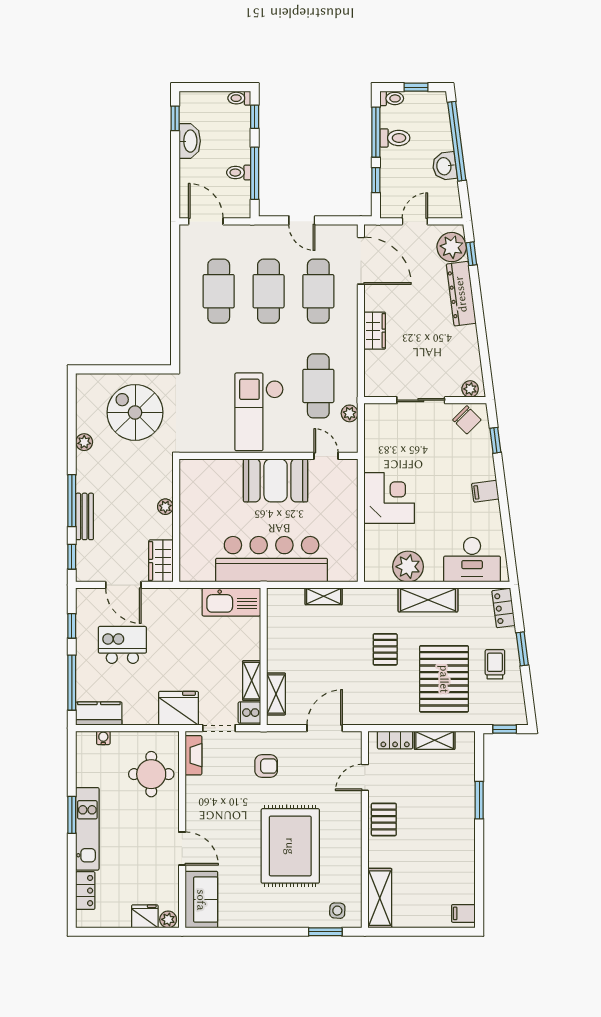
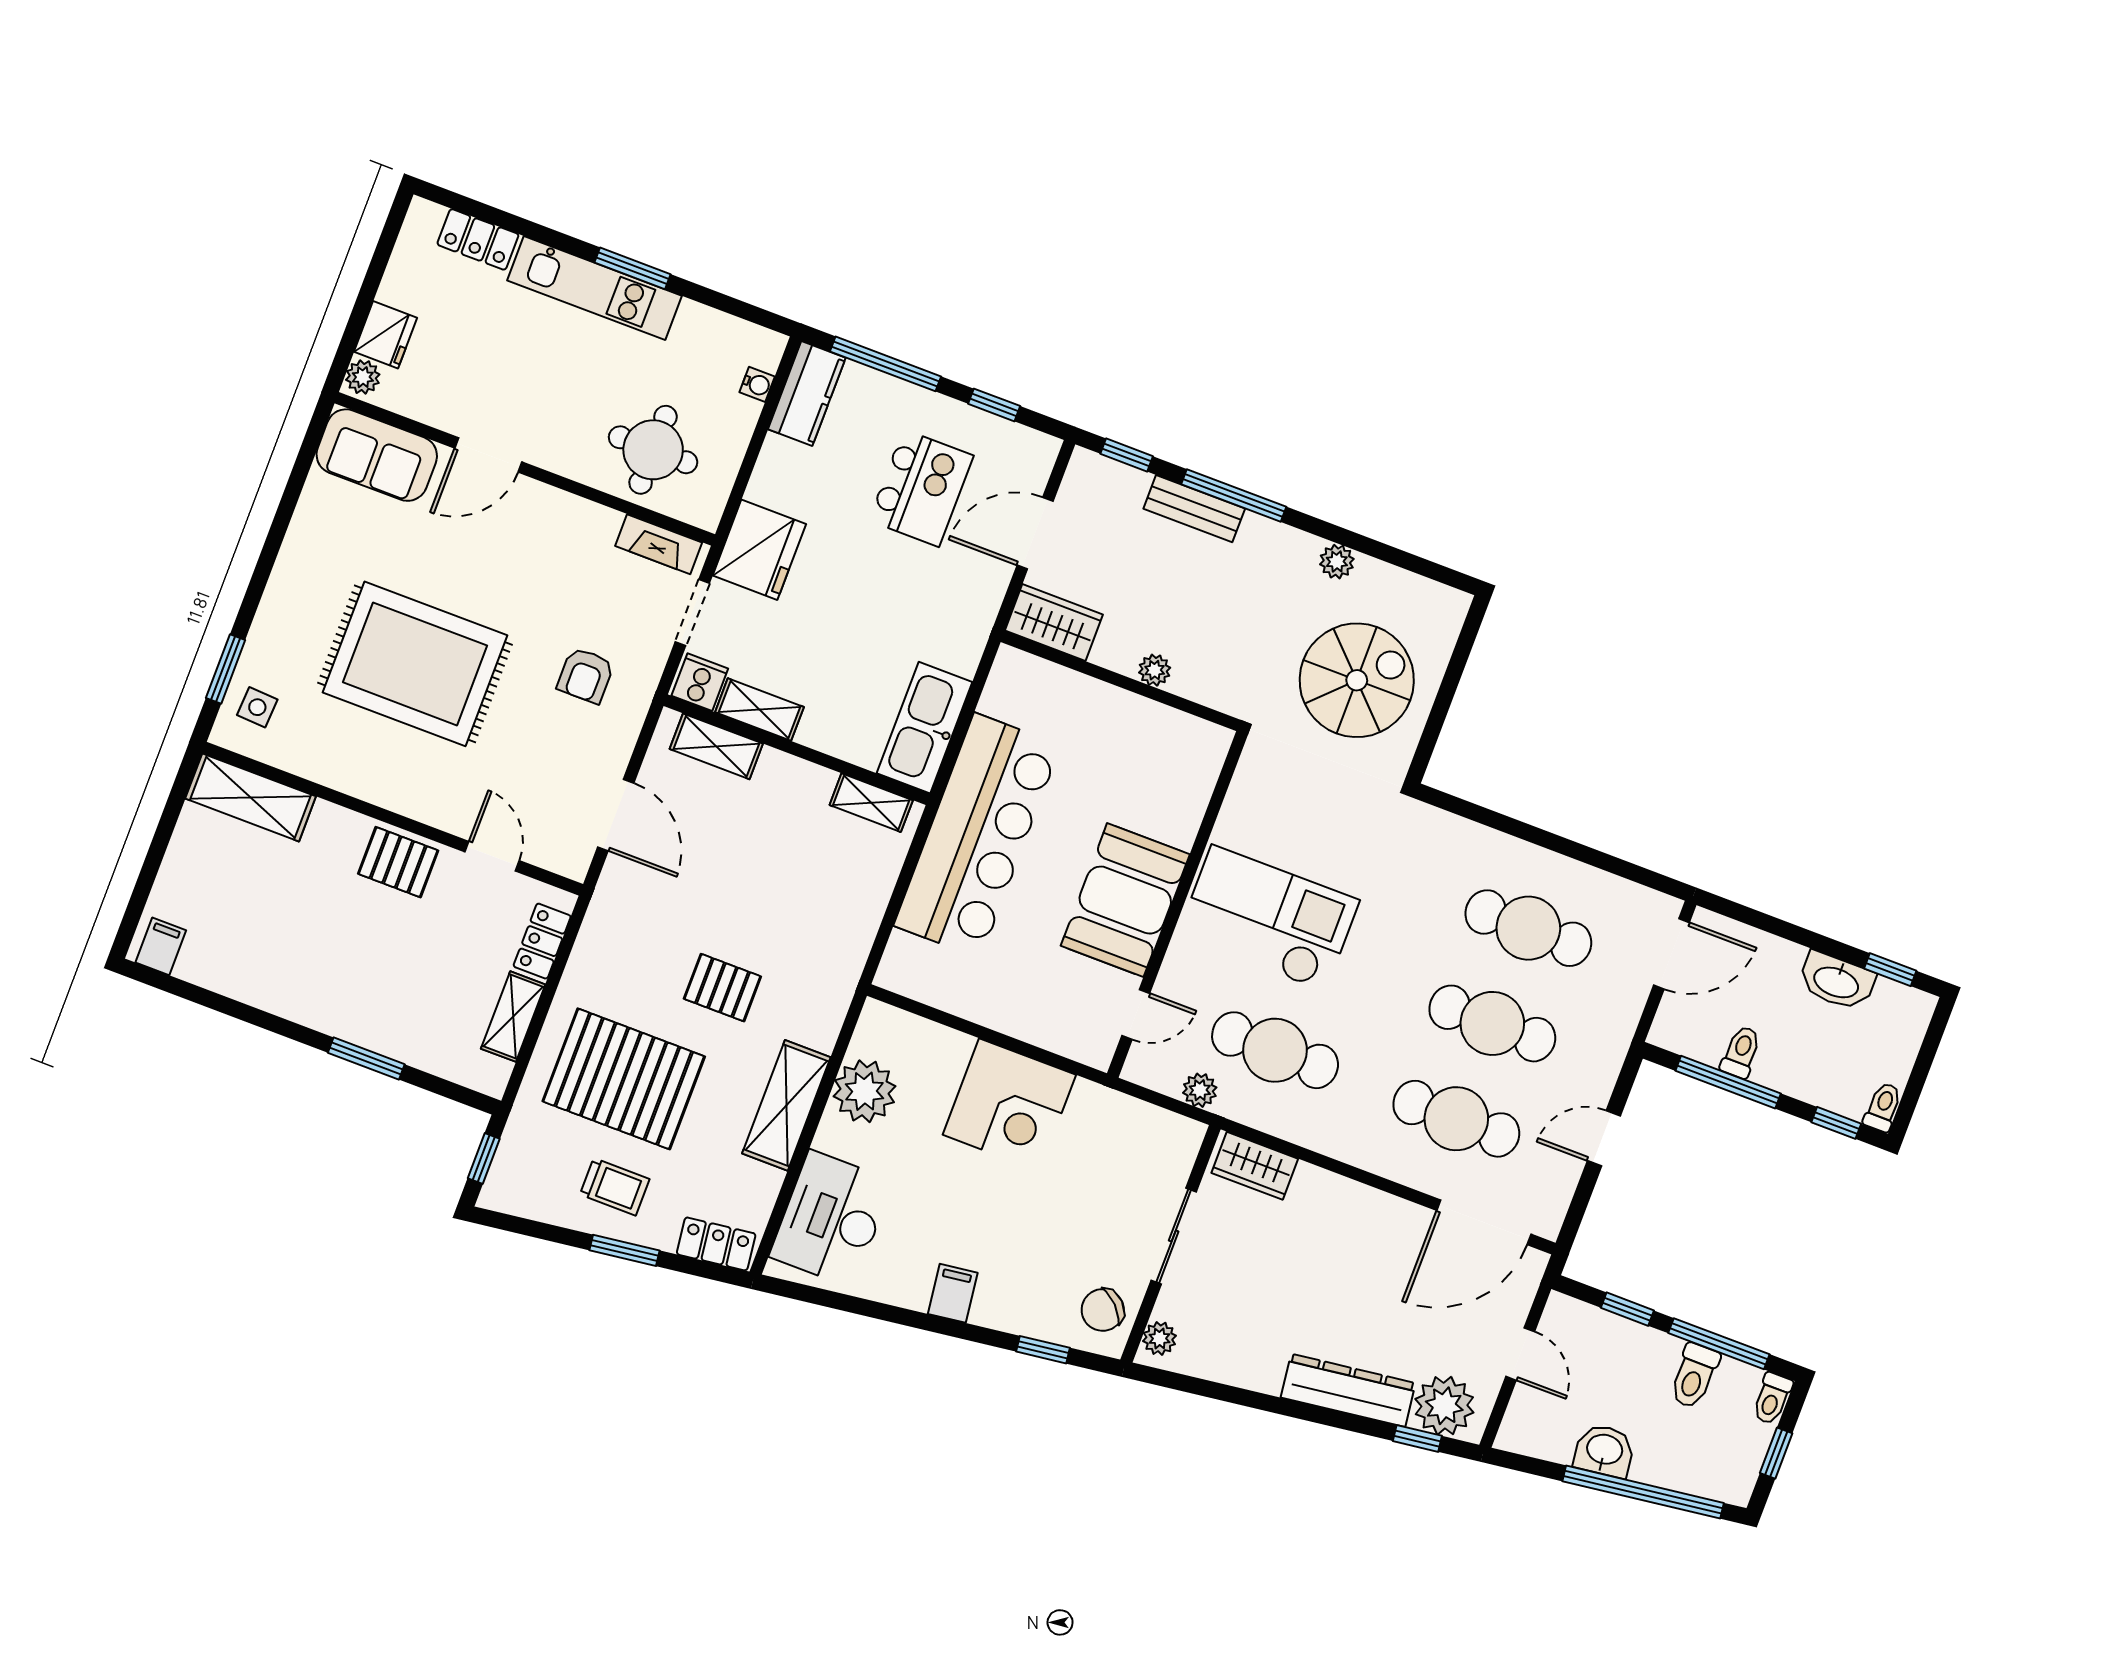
wardrobe: (375, 331) -> (1255, 1166), moved
shelving: (324, 596) -> (871, 803), moved, turned 90

